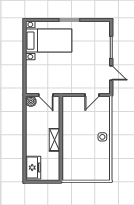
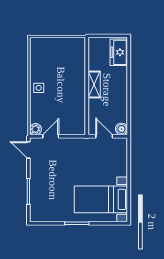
door: (111, 73) -> (28, 150), moved
plant: (105, 101) -> (36, 129), added

